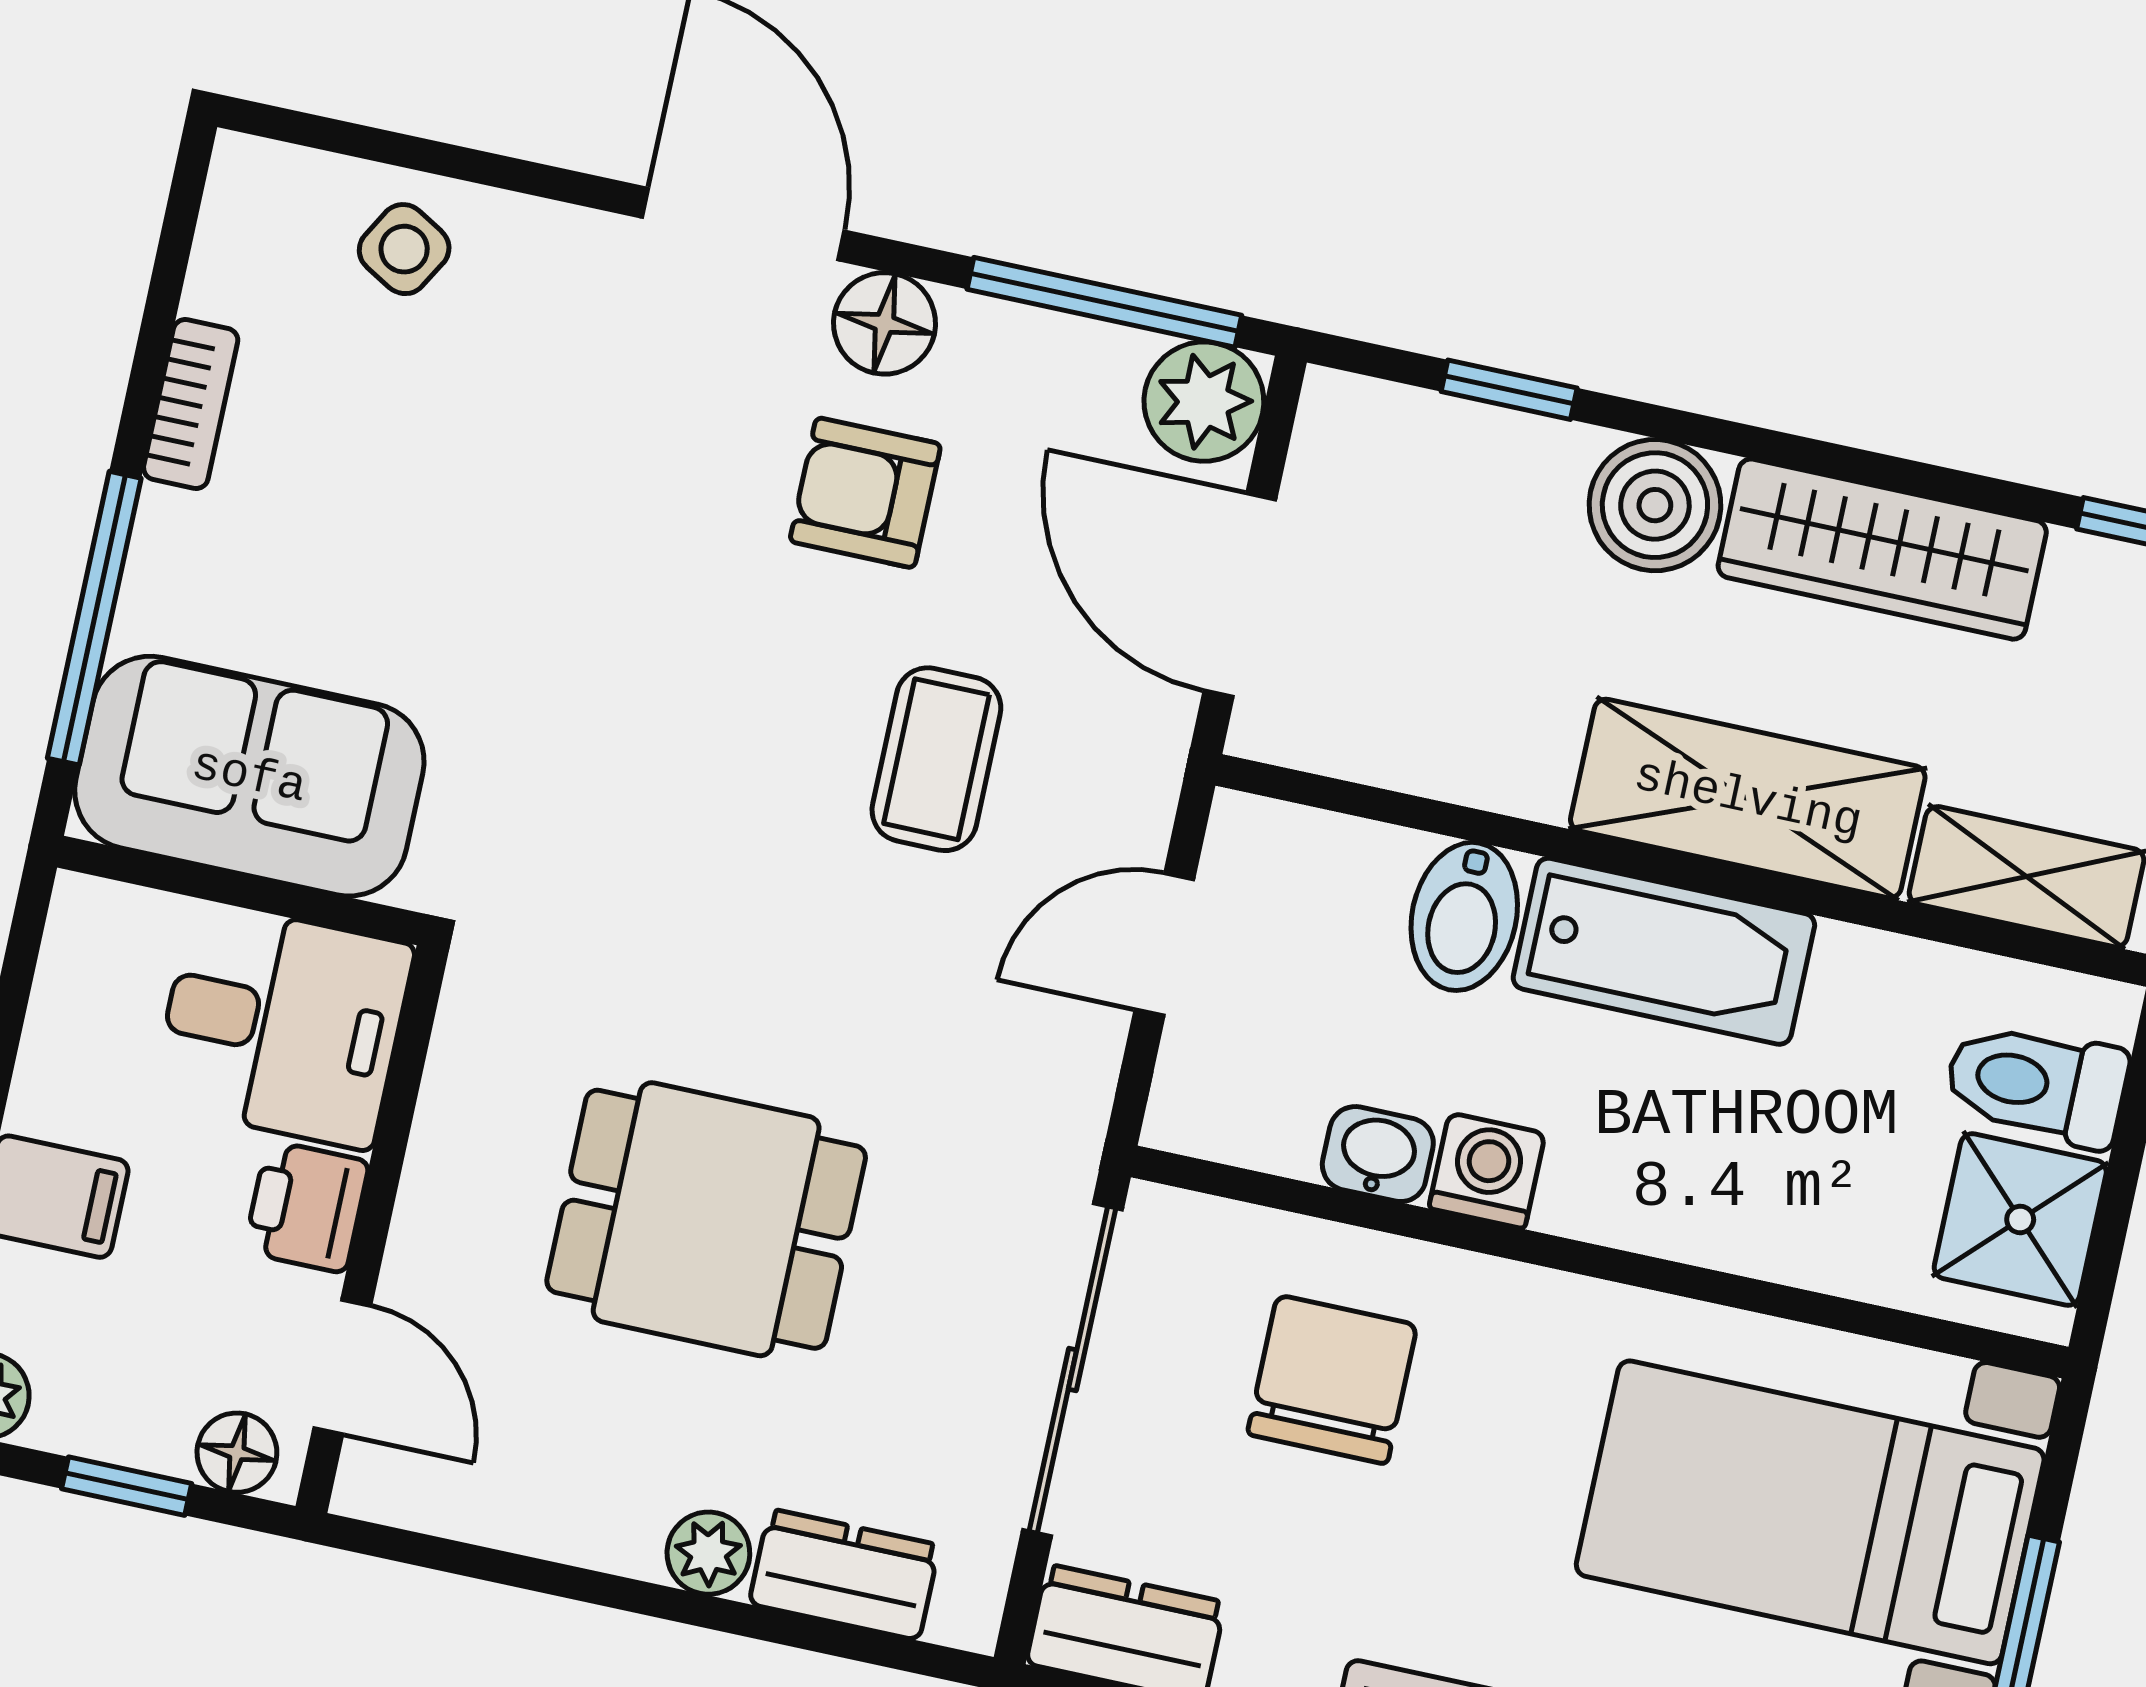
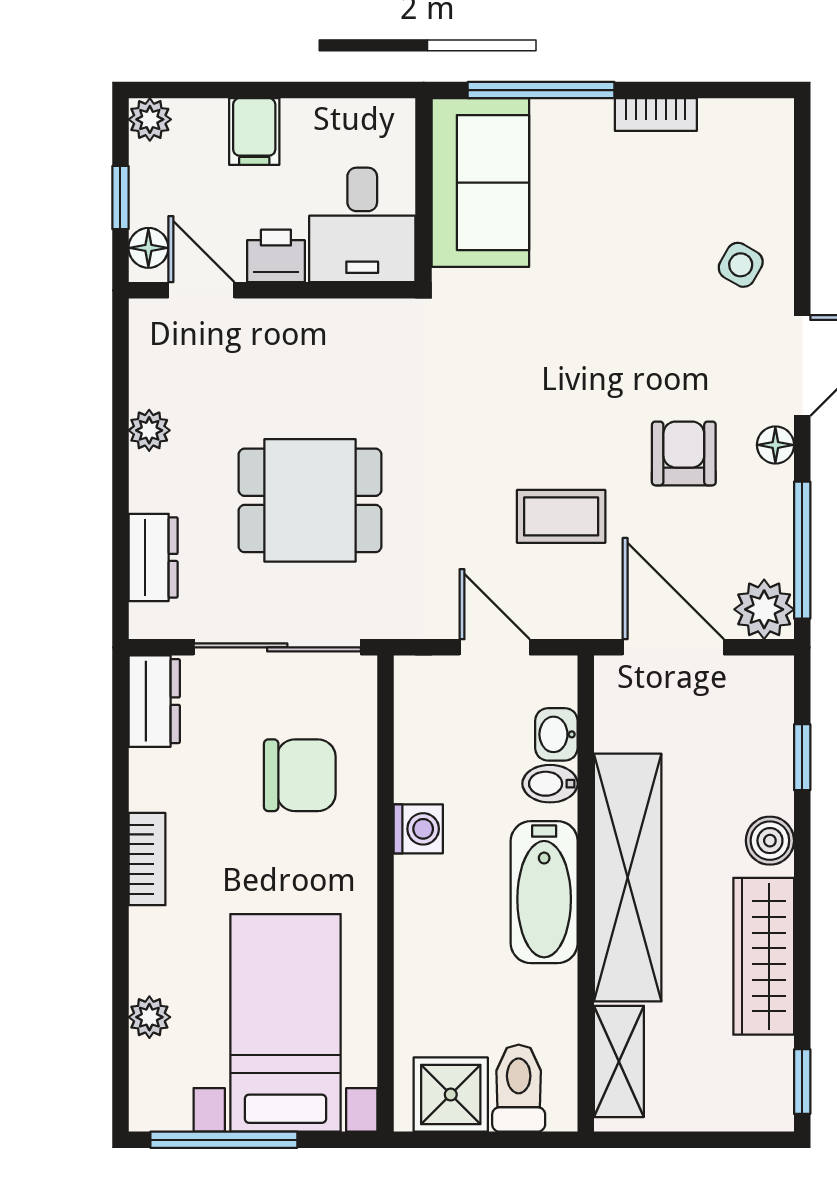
side table: (404, 249) -> (741, 265), moved
floor lamp: (884, 323) -> (775, 445), width x0.73, depth x0.73
boiler: (1655, 505) -> (770, 841), width x0.73, depth x0.73
door: (1240, 595) -> (673, 647), hinge flipped
shelving: (1748, 799) -> (628, 878), width x1.47
bidet: (1464, 916) -> (550, 784), width x0.72, depth x0.74
washbasin: (1378, 1154) -> (556, 734), moved, turned 180
dining table: (706, 1219) -> (310, 500), moved, turned 90
door: (342, 1367) -> (201, 290), swing flipped
plant: (708, 1553) -> (149, 430), moved

